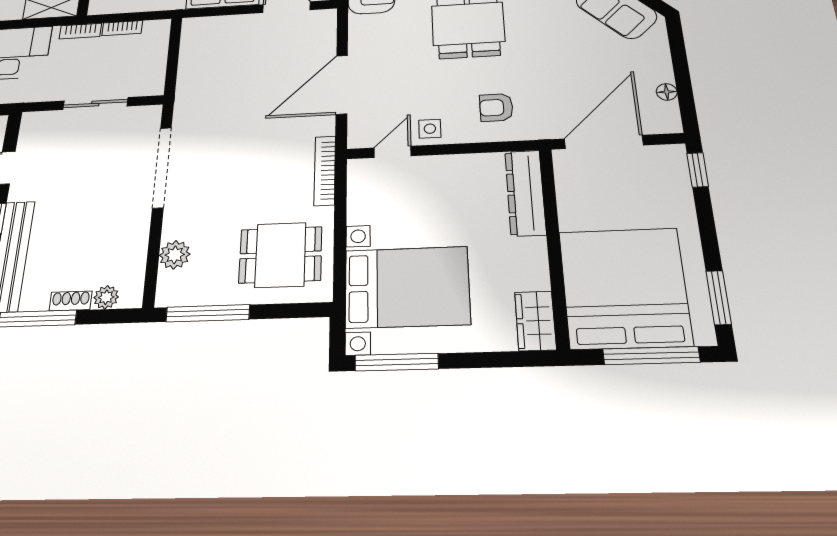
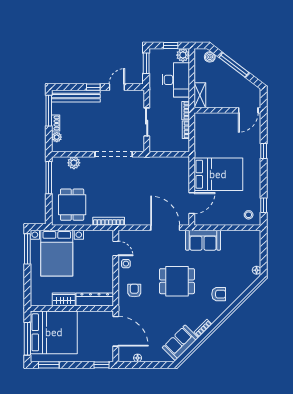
door: (342, 85) -> (165, 228), moved
wardrobe: (535, 321) -> (64, 299), moved

